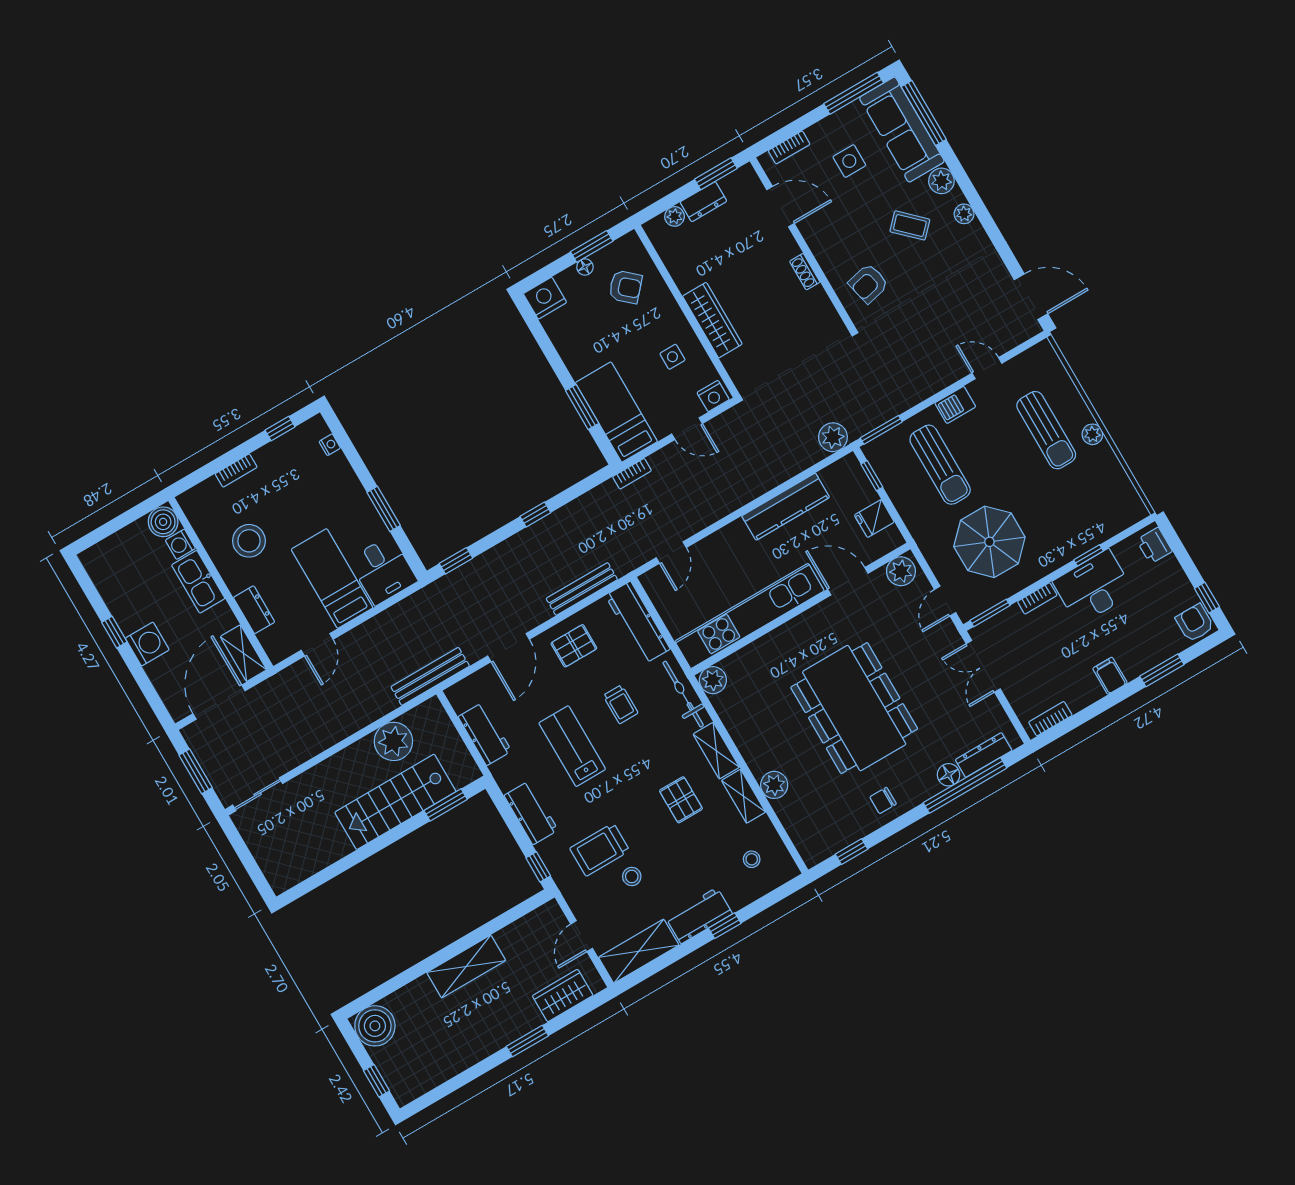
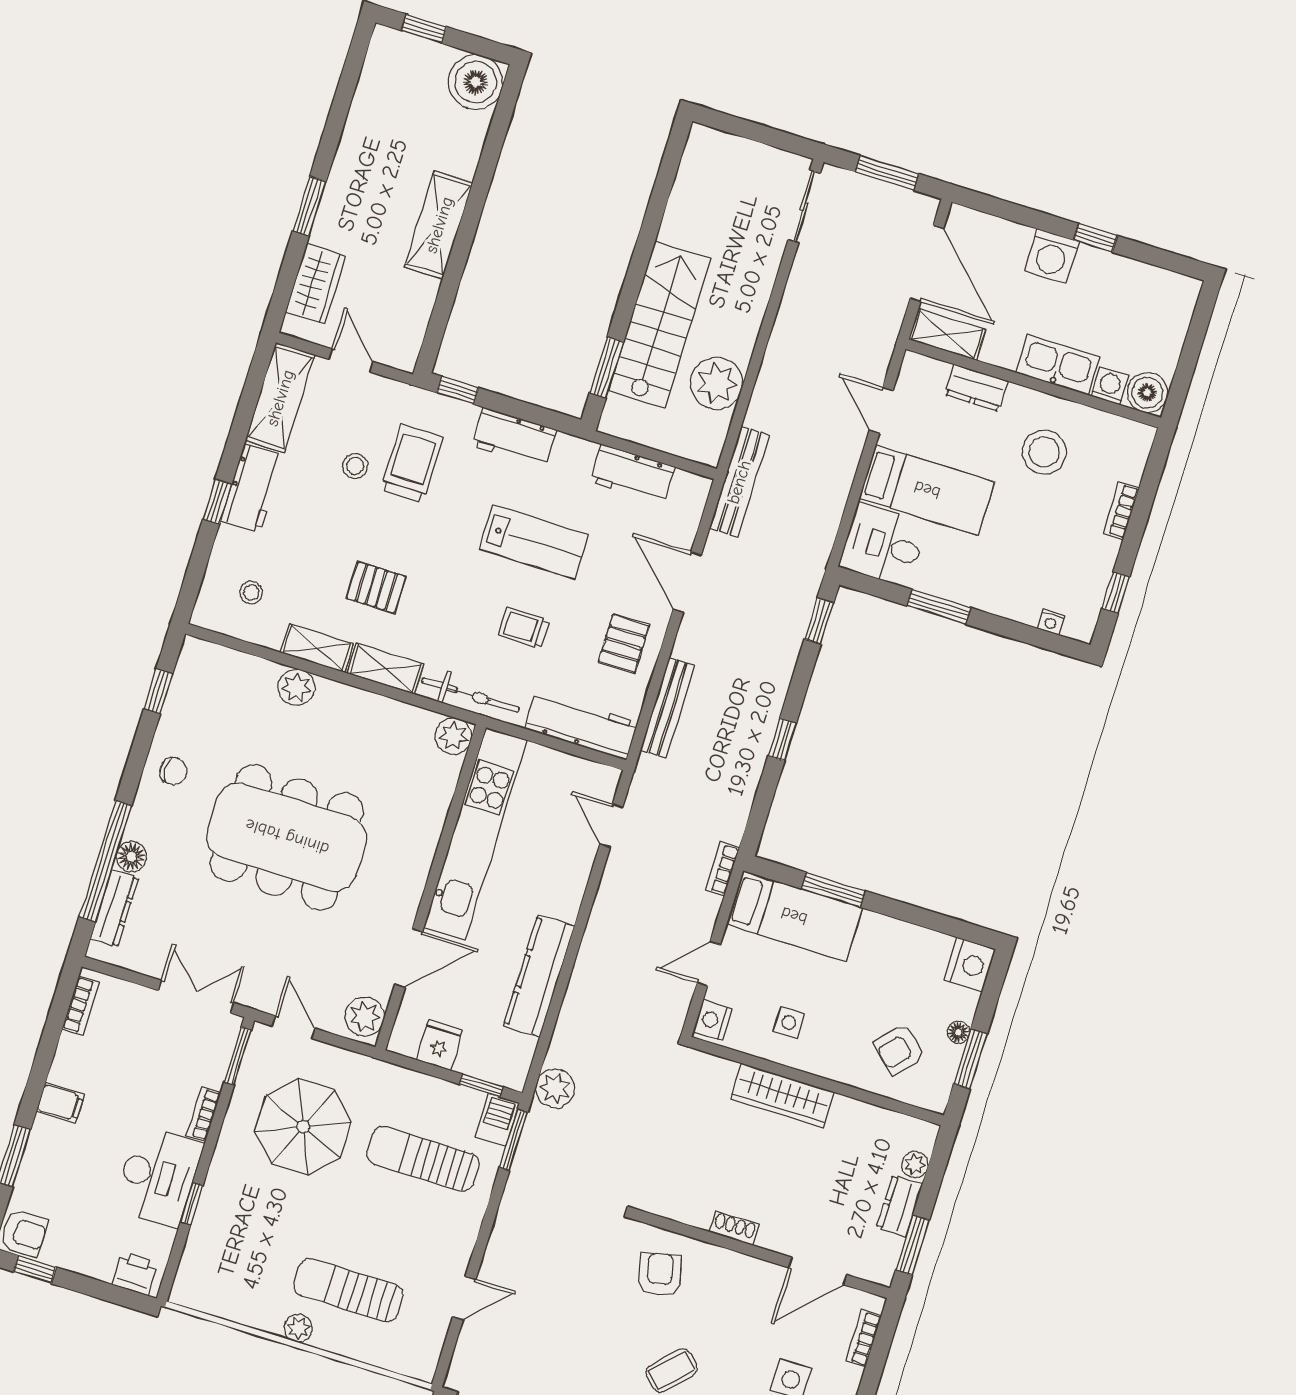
barbecue: (955, 405) -> (497, 1120), moved
chair: (883, 801) -> (173, 771), turned 90

